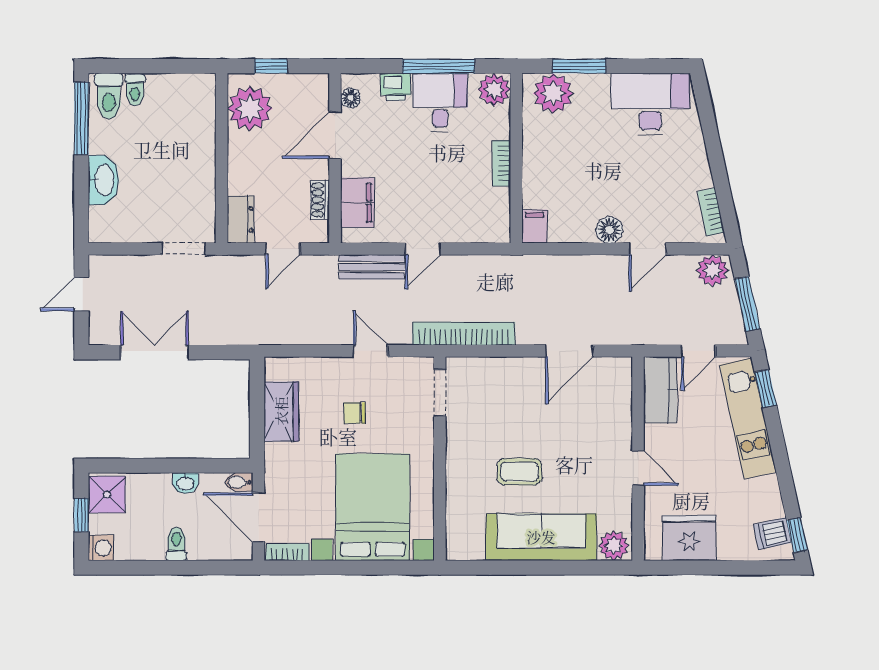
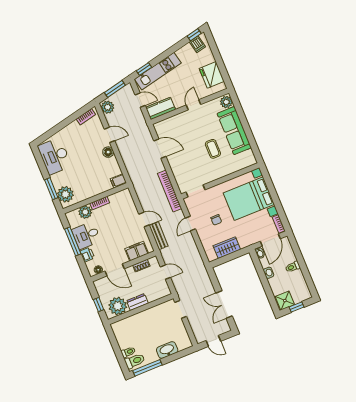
plant: (494, 90) -> (85, 212), moved
dresser: (241, 219) -> (137, 302), moved
washing machine: (101, 548) -> (306, 295), removed

